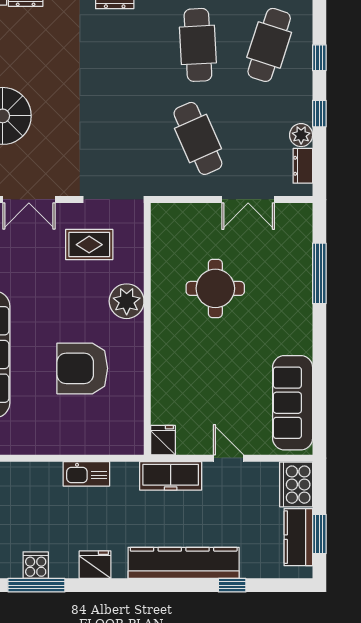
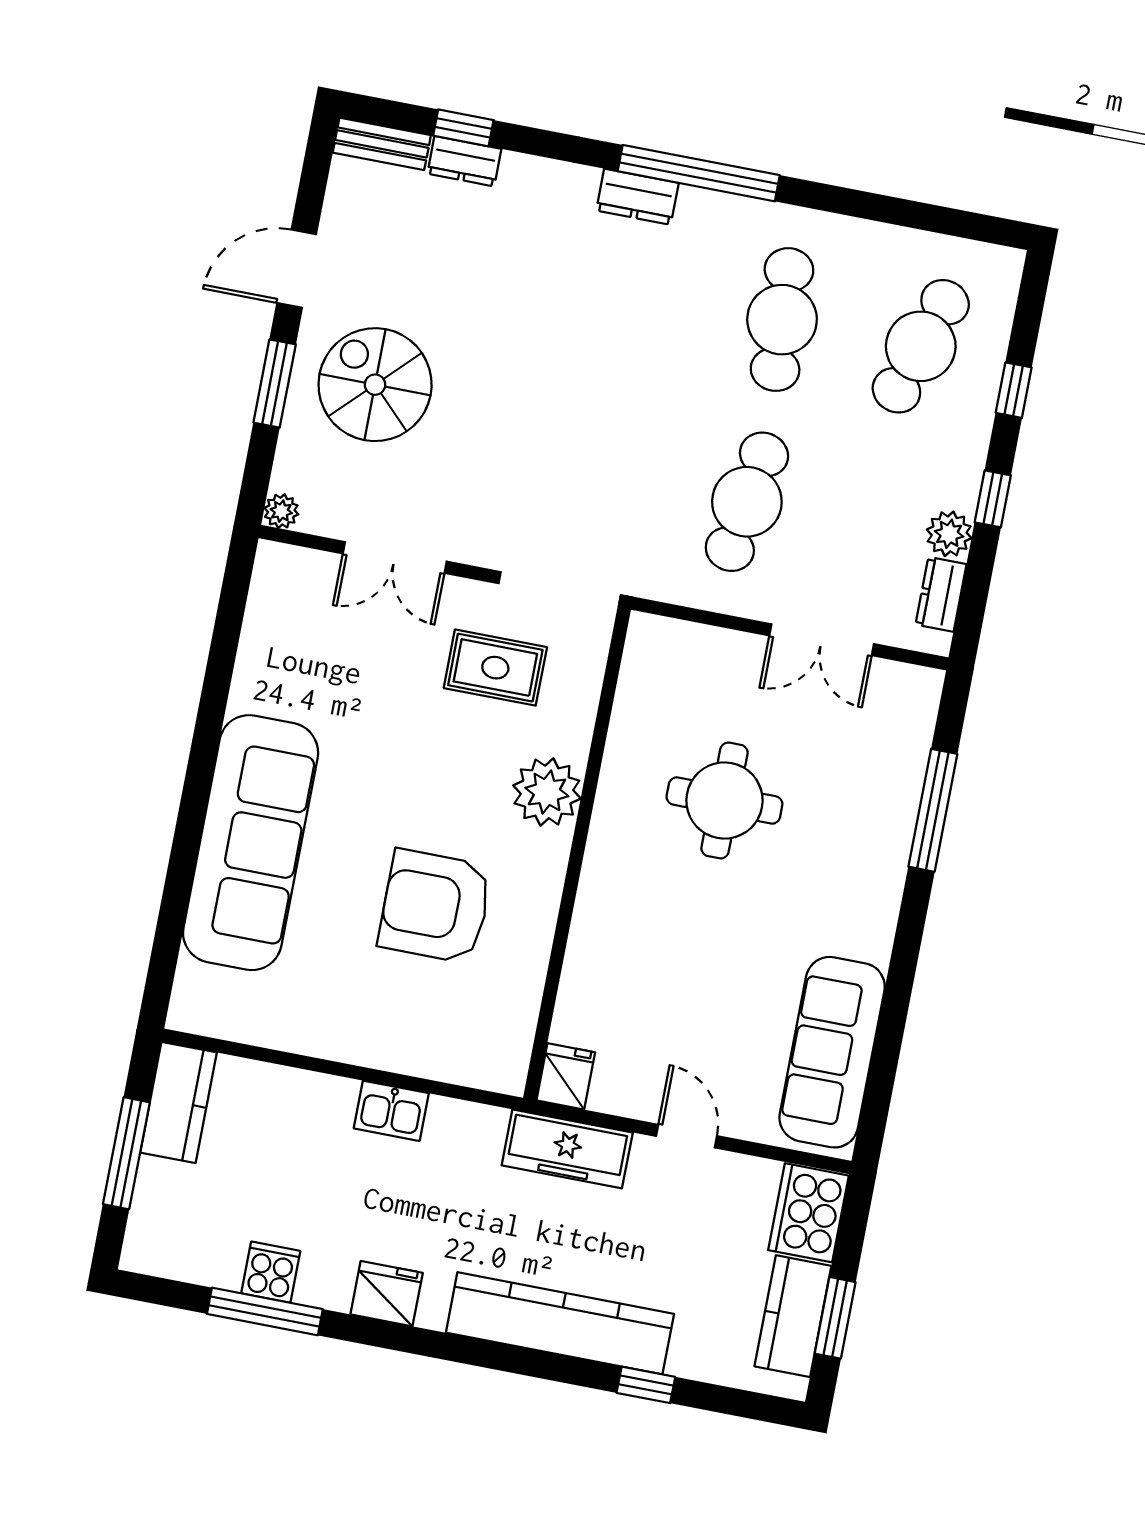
cafe table: (198, 138) -> (747, 502), turned 33
kitchen sink: (86, 474) -> (391, 1111), width x0.73

